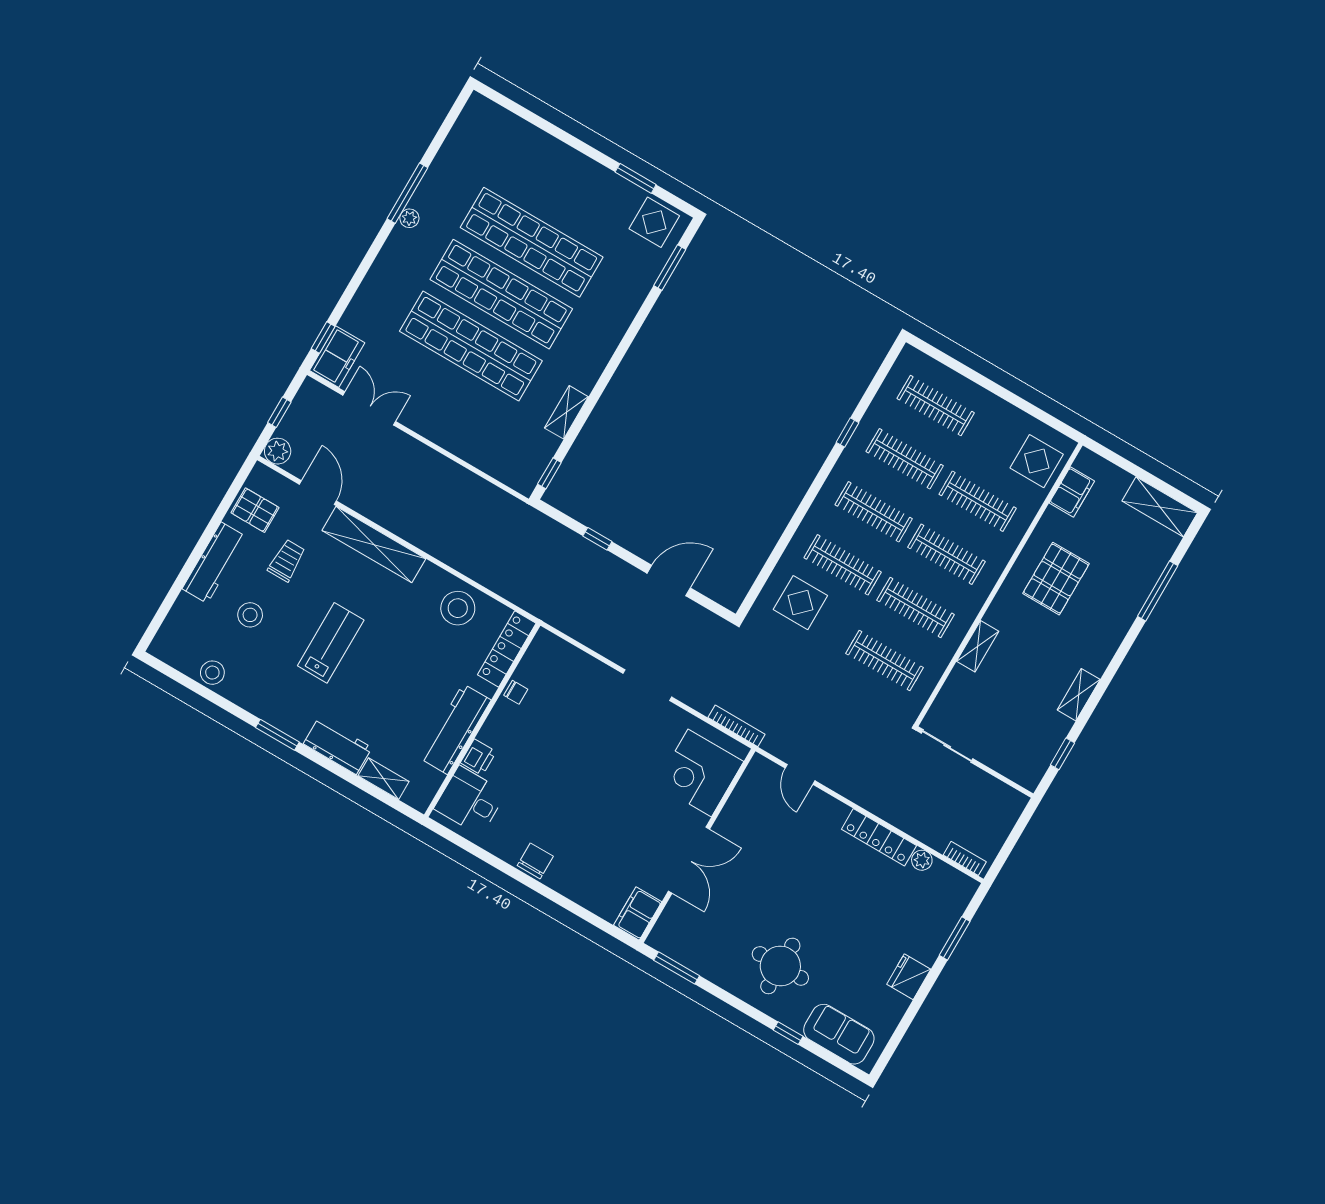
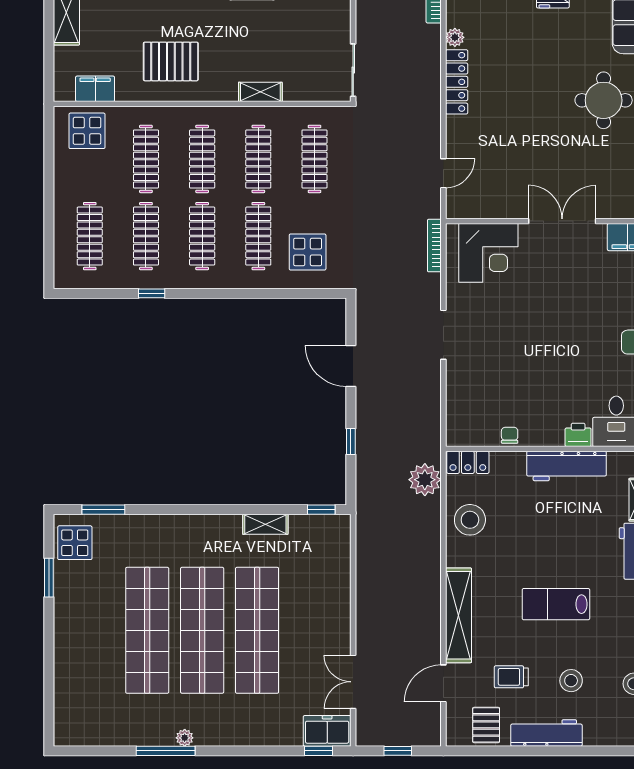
plant: (278, 451) -> (425, 480), moved, width x1.36, depth x1.36
locker: (507, 649) -> (468, 462), width x0.66

